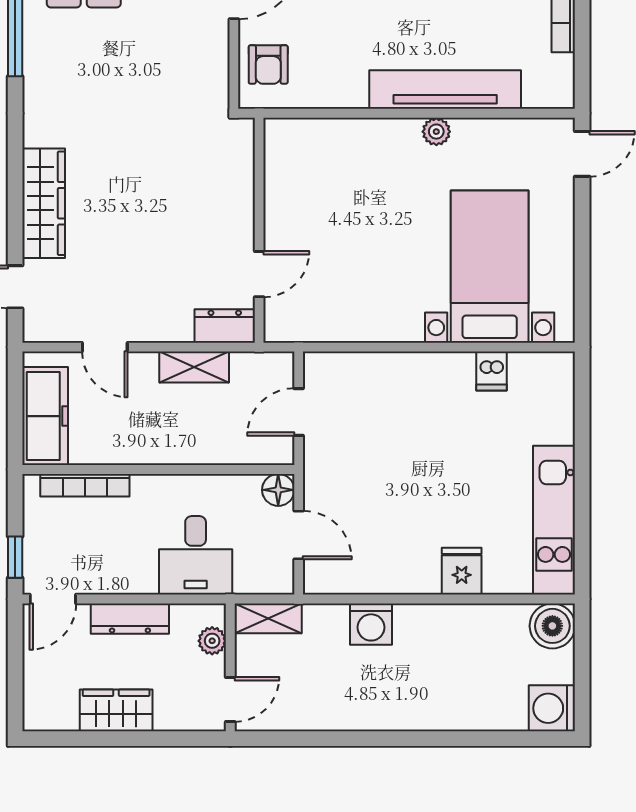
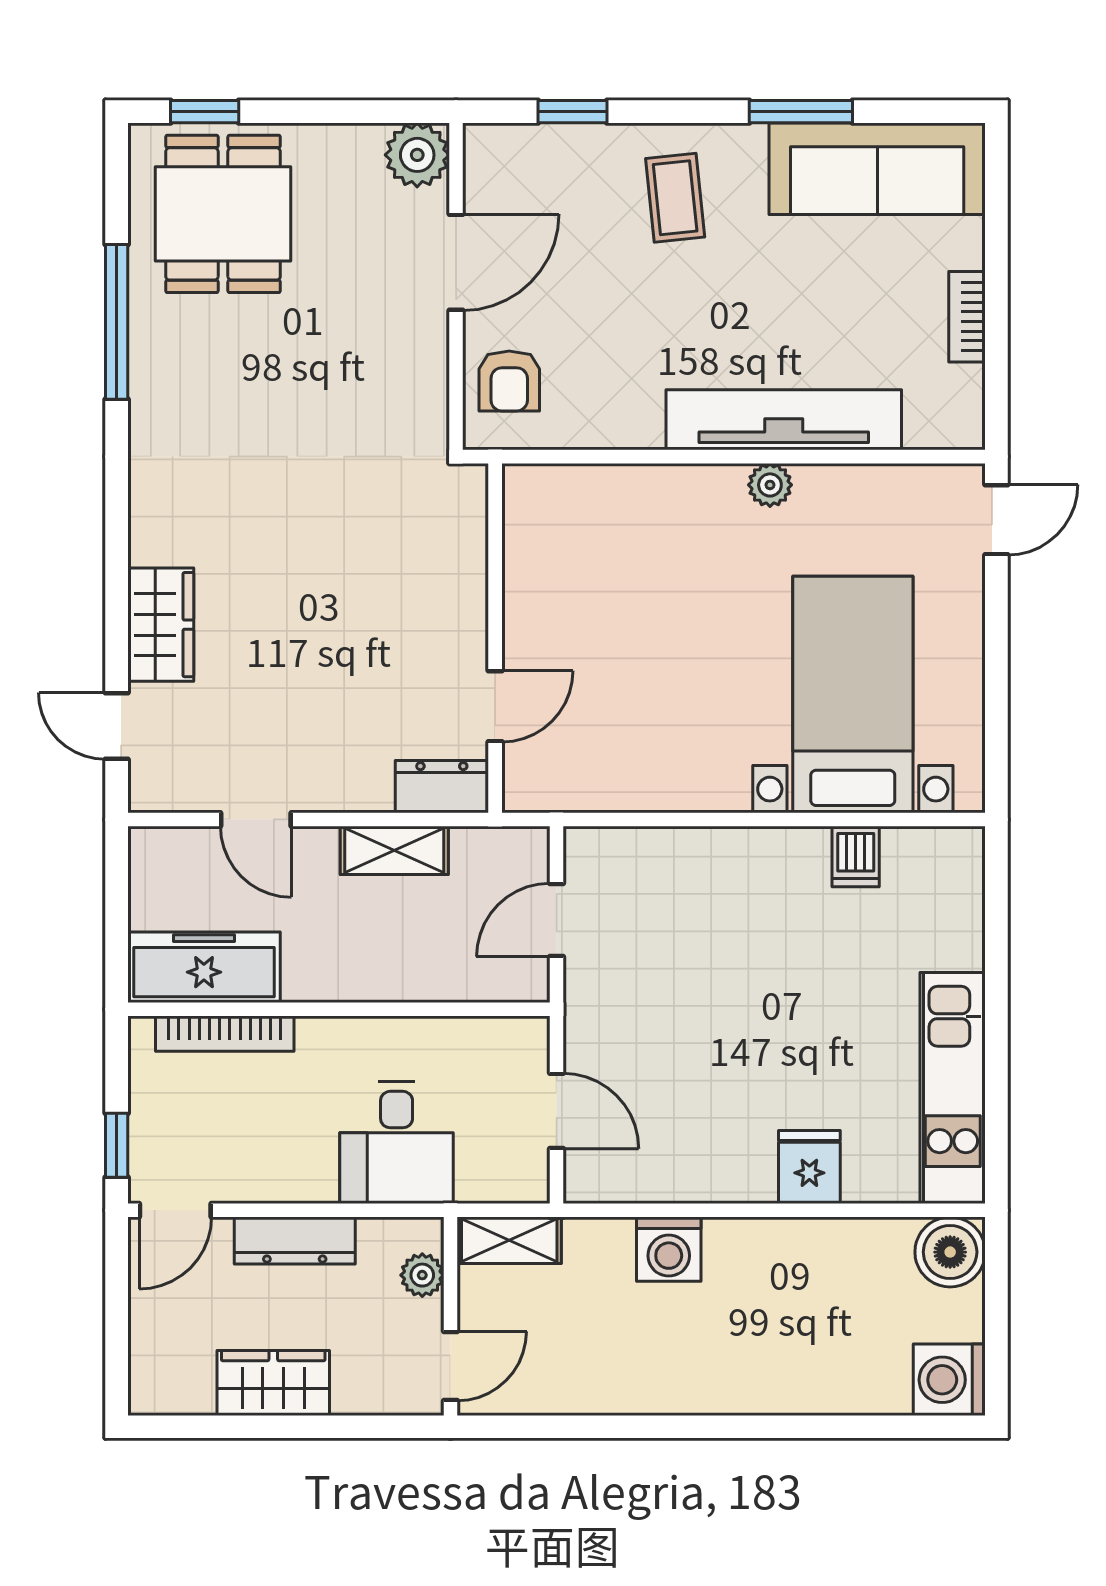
wardrobe: (44, 203) -> (161, 625), width x0.67
freezer: (45, 416) -> (204, 967), moved, turned -90
floor lamp: (278, 490) -> (525, 1041), removed

